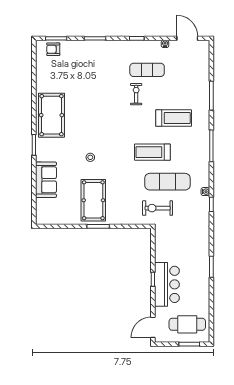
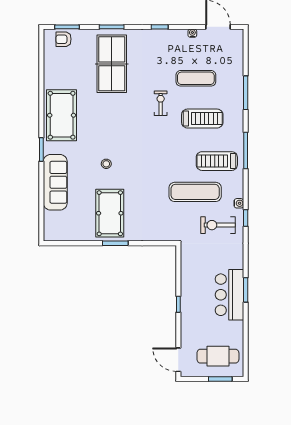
table tennis table: (95, 70) -> (112, 64), added
exercise mat: (147, 70) -> (196, 78), moved
exercise bike: (136, 94) -> (161, 103), moved
treadmill: (152, 152) -> (217, 161), moved
sofa: (46, 180) -> (55, 182), width x1.36
exercise bike: (158, 208) -> (218, 225), moved
bar counter: (167, 284) -> (229, 295), moved, turned 180
door: (153, 327) -> (178, 360), hinge flipped

